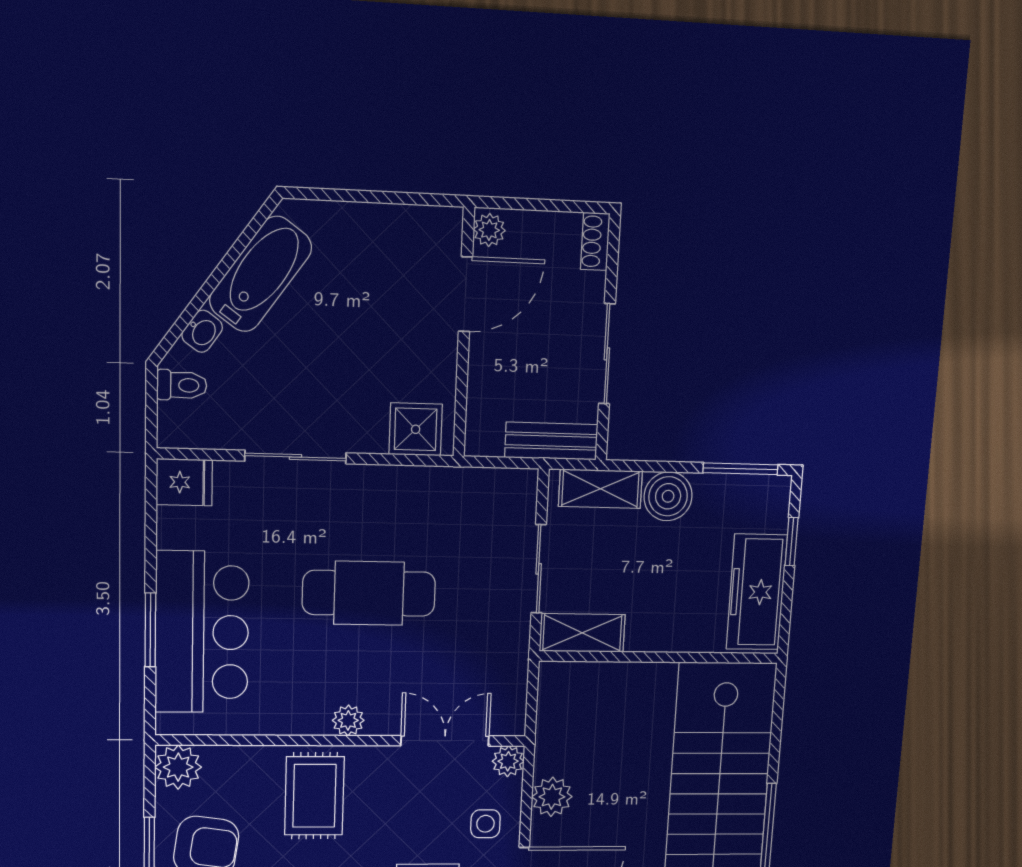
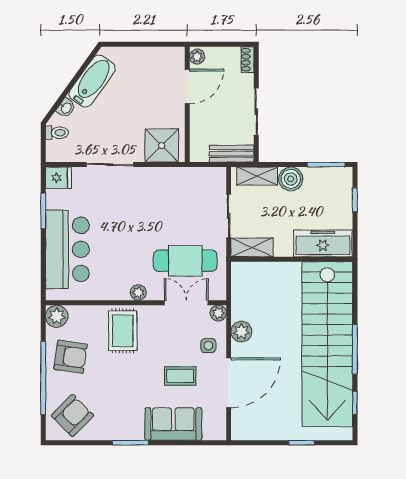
shower: (416, 429) -> (162, 146), width x1.36, depth x1.36
freezer: (757, 592) -> (323, 243), moved, turned 90
cafe table: (369, 593) -> (185, 261), moved
window: (150, 630) -> (43, 211), moved

